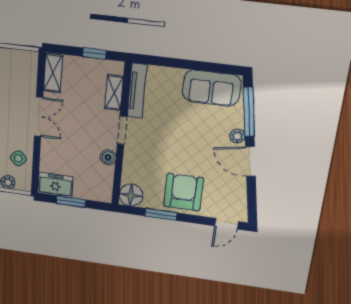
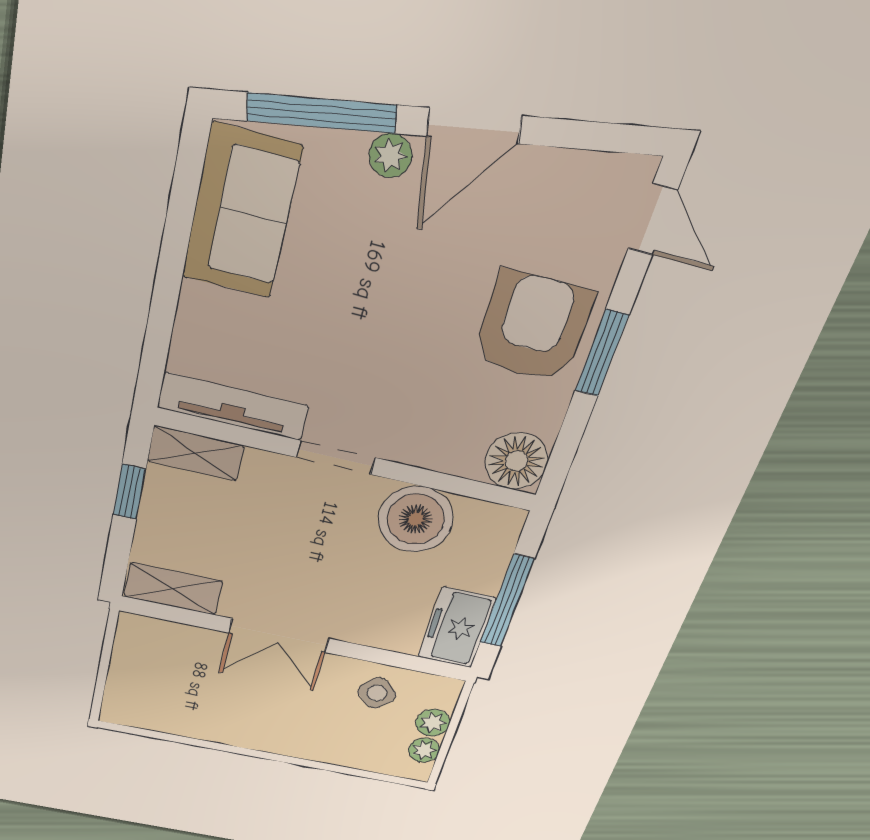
shelving: (114, 93) -> (196, 453), moved
double door: (39, 117) -> (279, 636), swing flipped
boiler: (108, 157) -> (416, 519), width x1.86, depth x1.86
armchair: (184, 192) -> (533, 327), turned 90
window: (71, 202) -> (507, 601), width x1.44
window: (161, 214) -> (602, 353), moved

